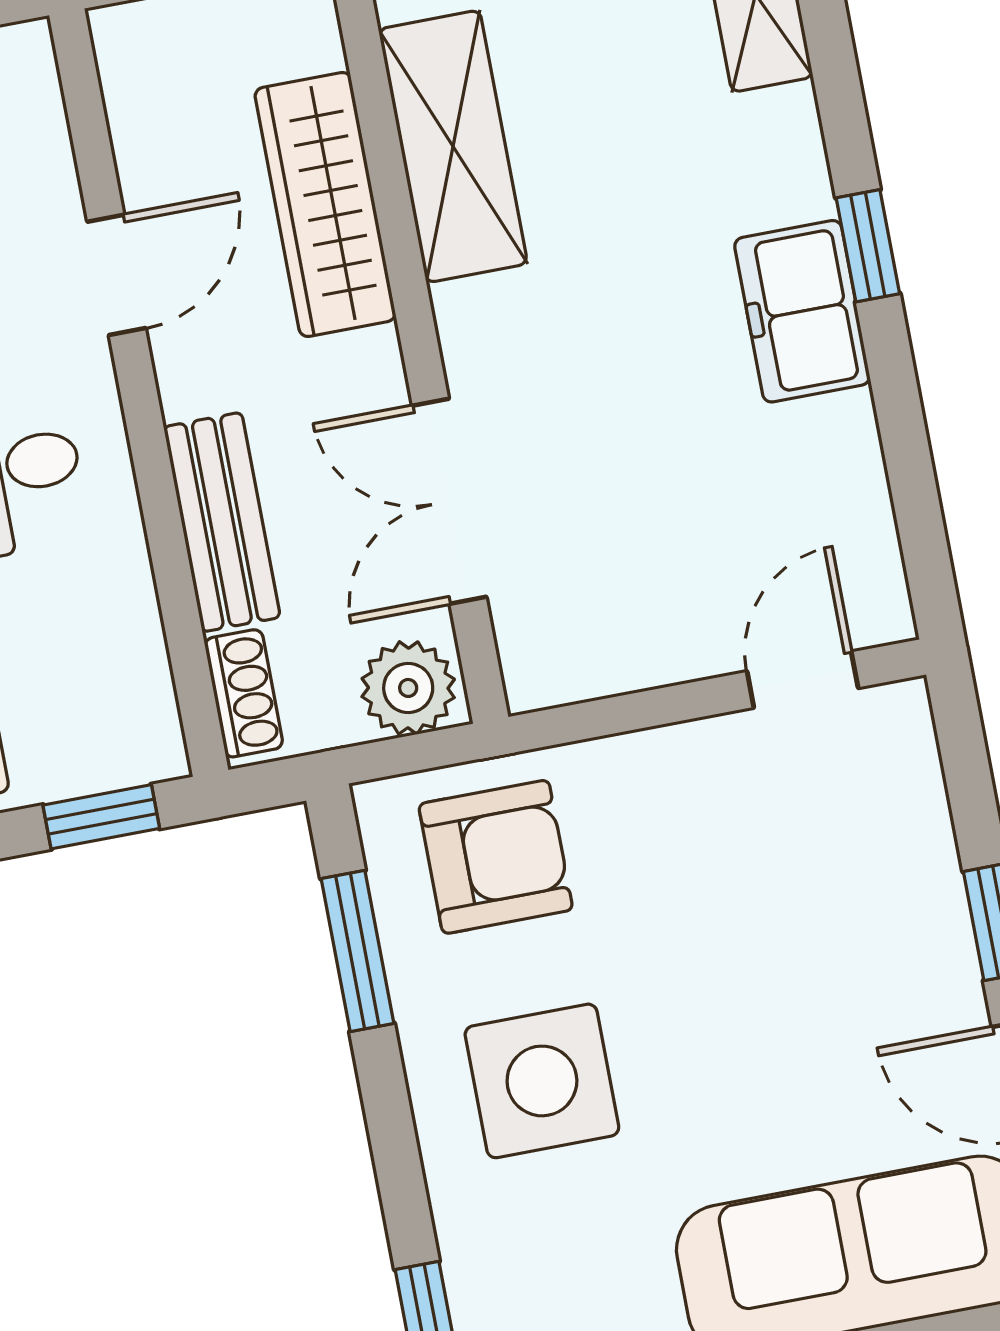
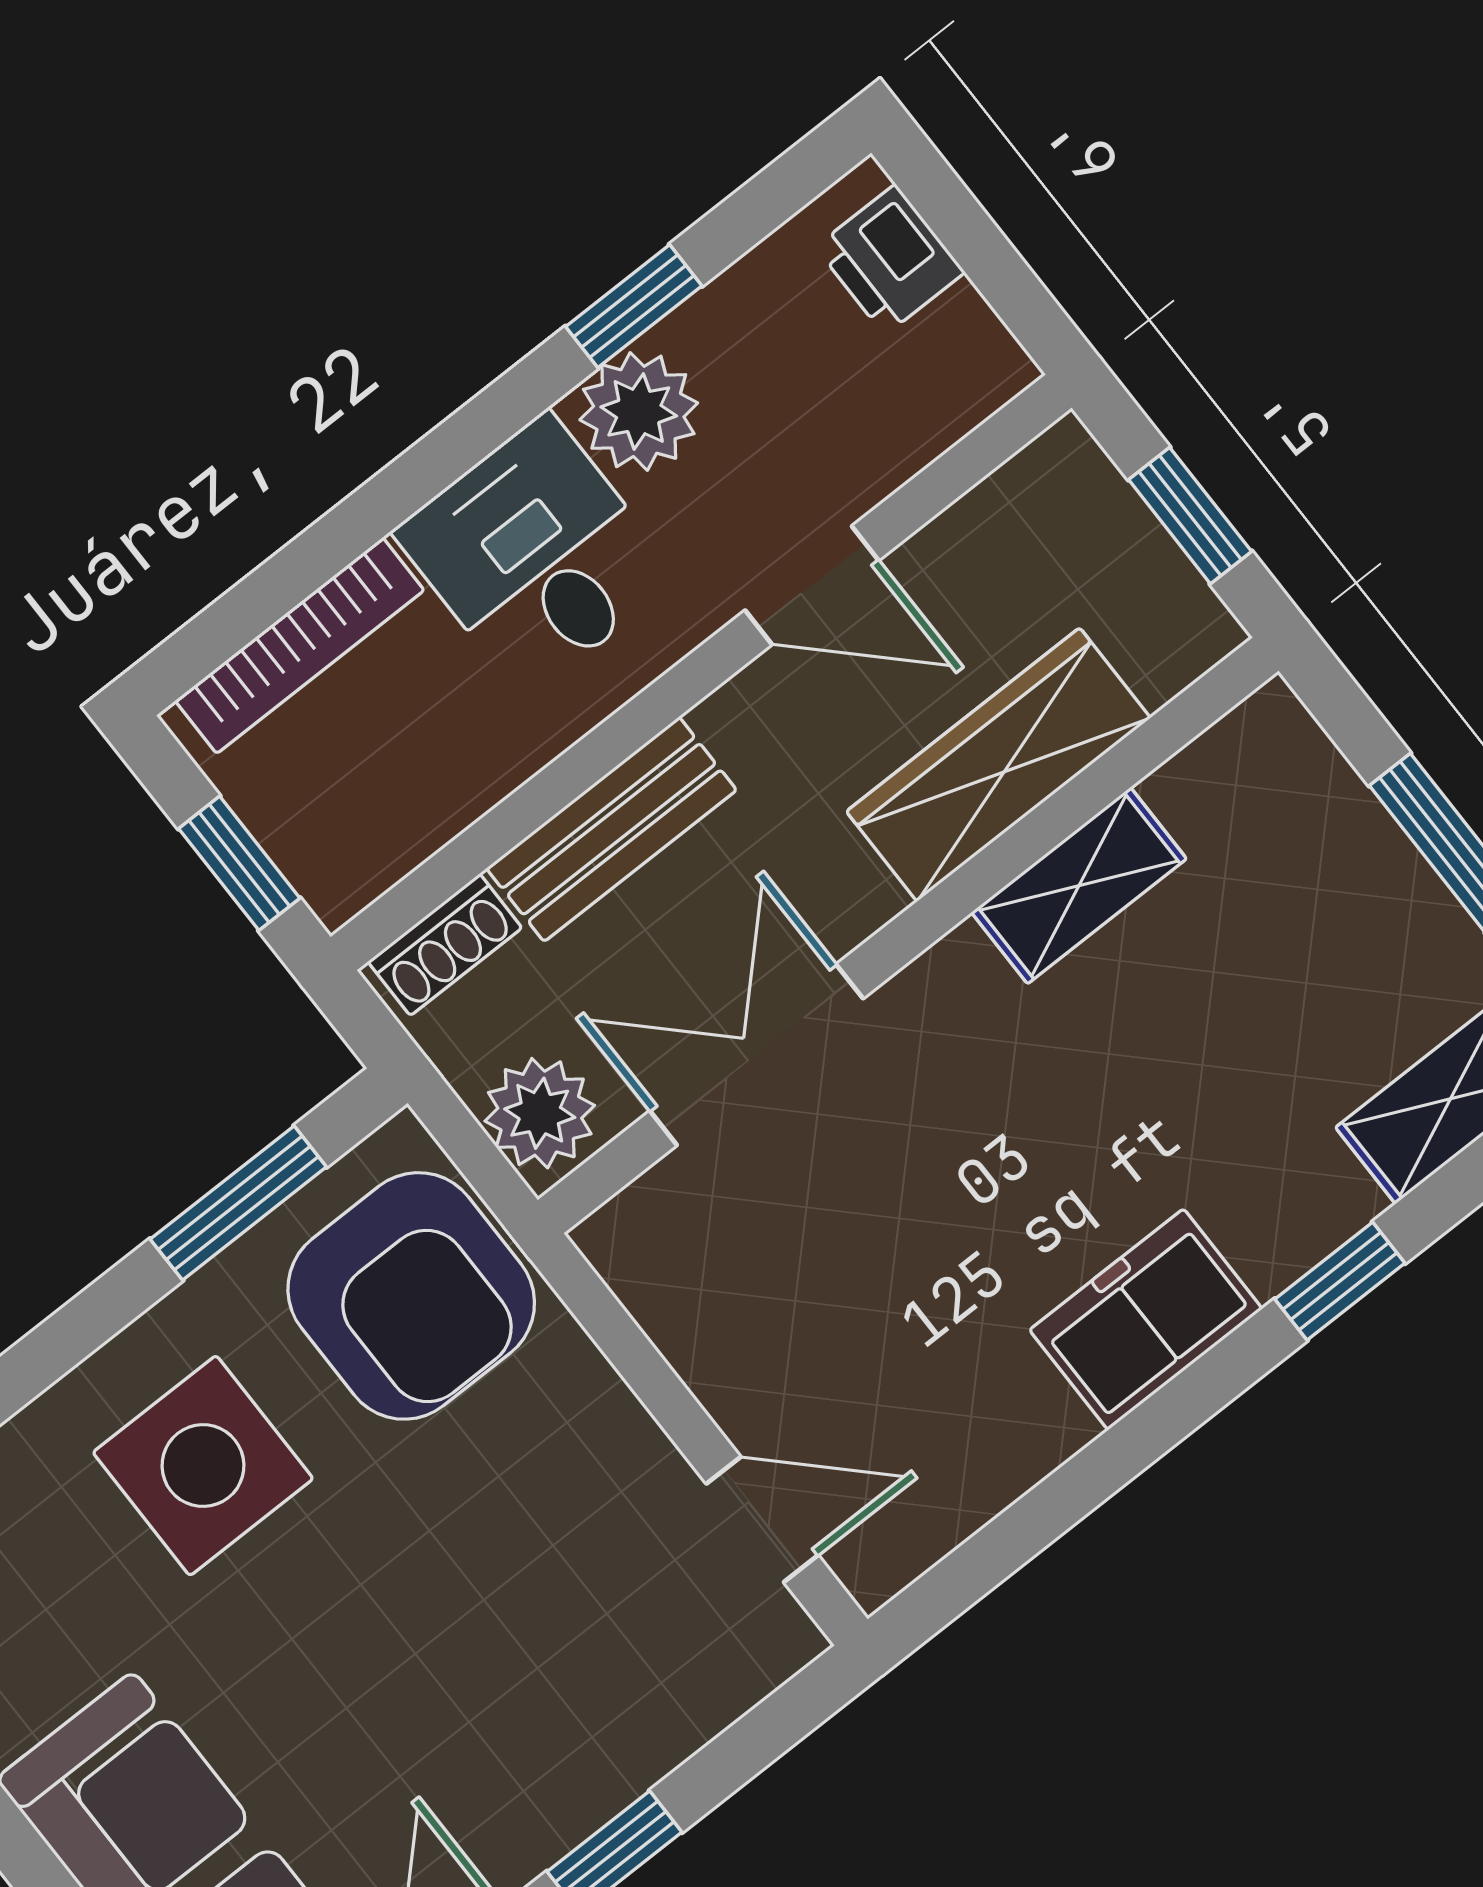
shelving: (453, 146) -> (1079, 886), width x0.67, depth x0.75
window: (868, 246) -> (1340, 1281), moved
armchair: (496, 857) -> (411, 1296), width x1.36, depth x1.36

